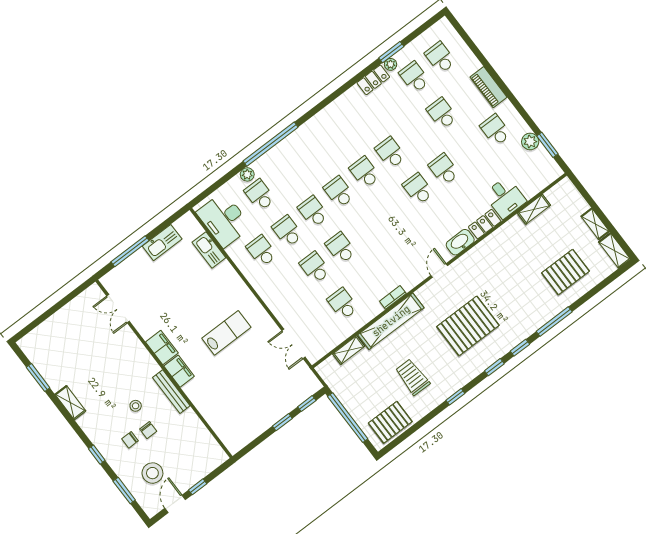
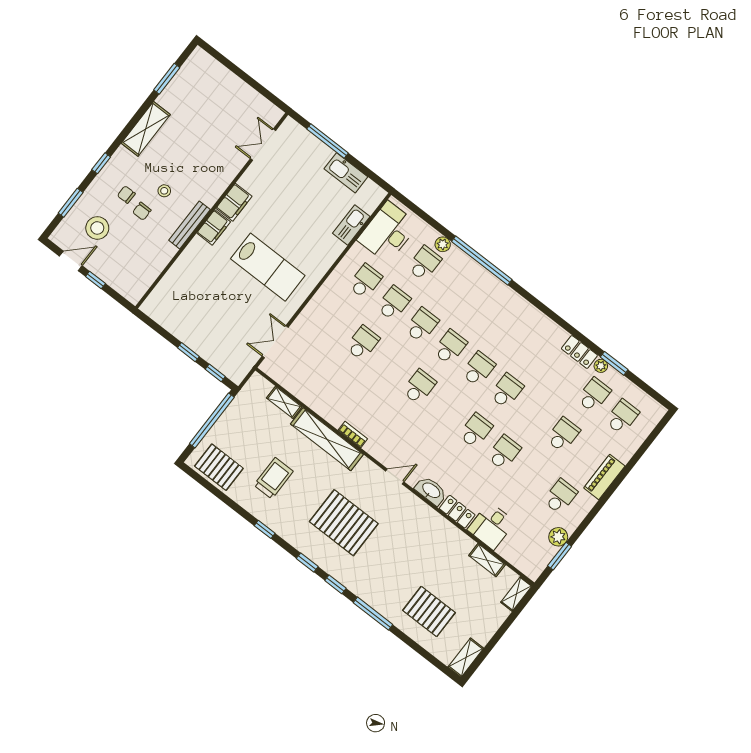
shelving: (595, 224) -> (516, 594), moved
school desk: (341, 248) -> (419, 387), moved
school desk: (343, 304) -> (332, 383), removed
lab bench: (226, 333) -> (268, 267), width x1.36, depth x1.39
shelving: (70, 403) -> (146, 129), width x1.50, depth x1.33

